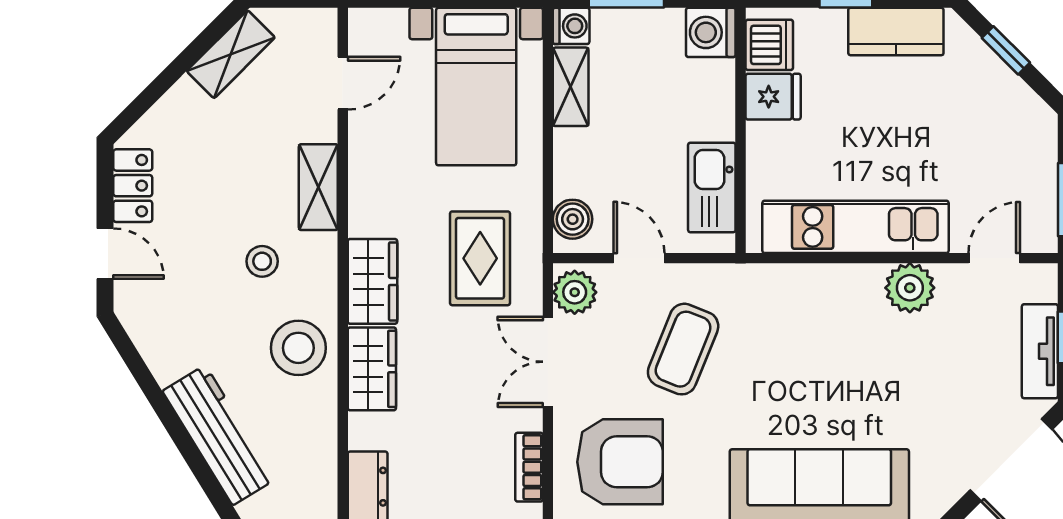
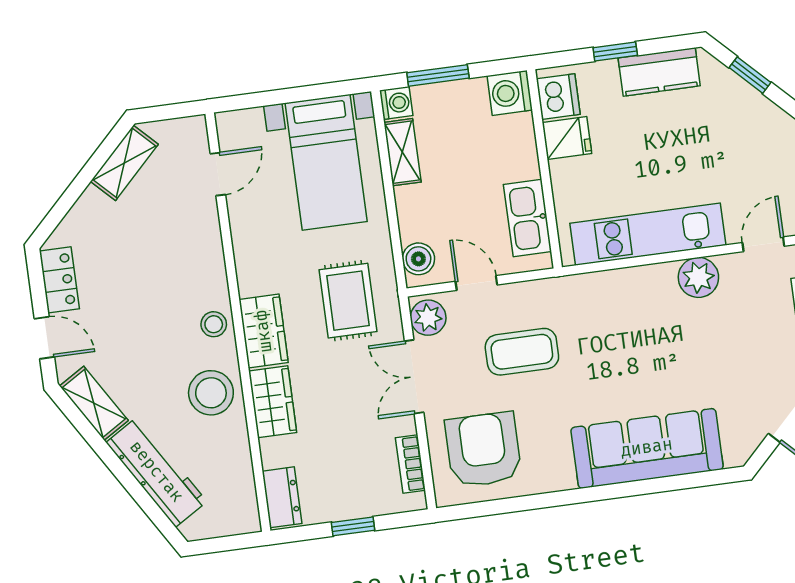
shelving: (318, 187) -> (94, 403), moved, turned -32
stool: (262, 261) -> (214, 324), moved
coffee table: (683, 349) -> (522, 352), turned 68
armchair: (620, 462) -> (483, 450), turned -90

